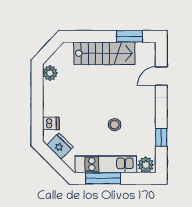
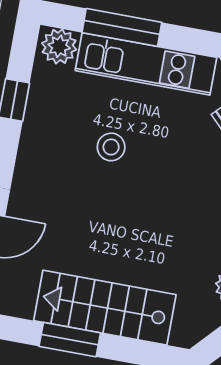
window: (130, 36) -> (70, 340), moved
window: (103, 178) -> (122, 27), moved

